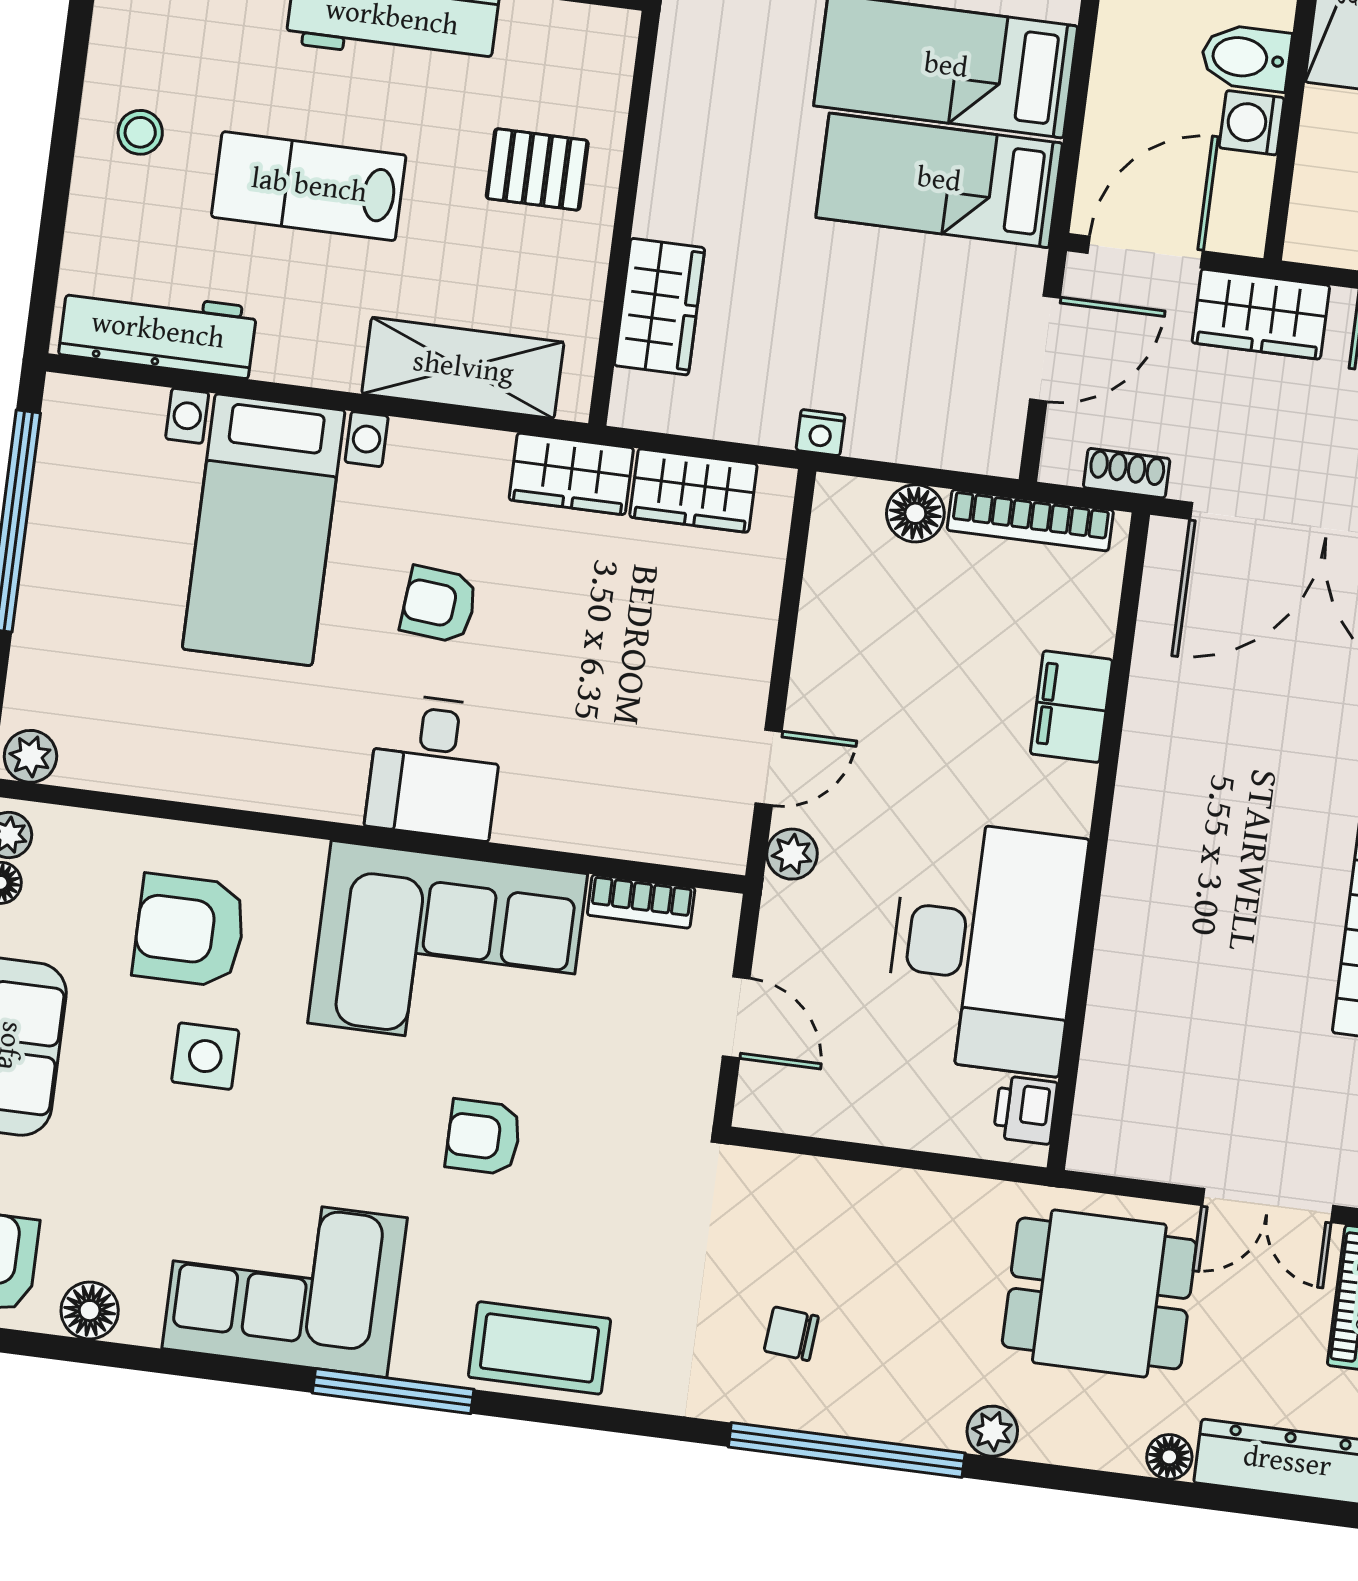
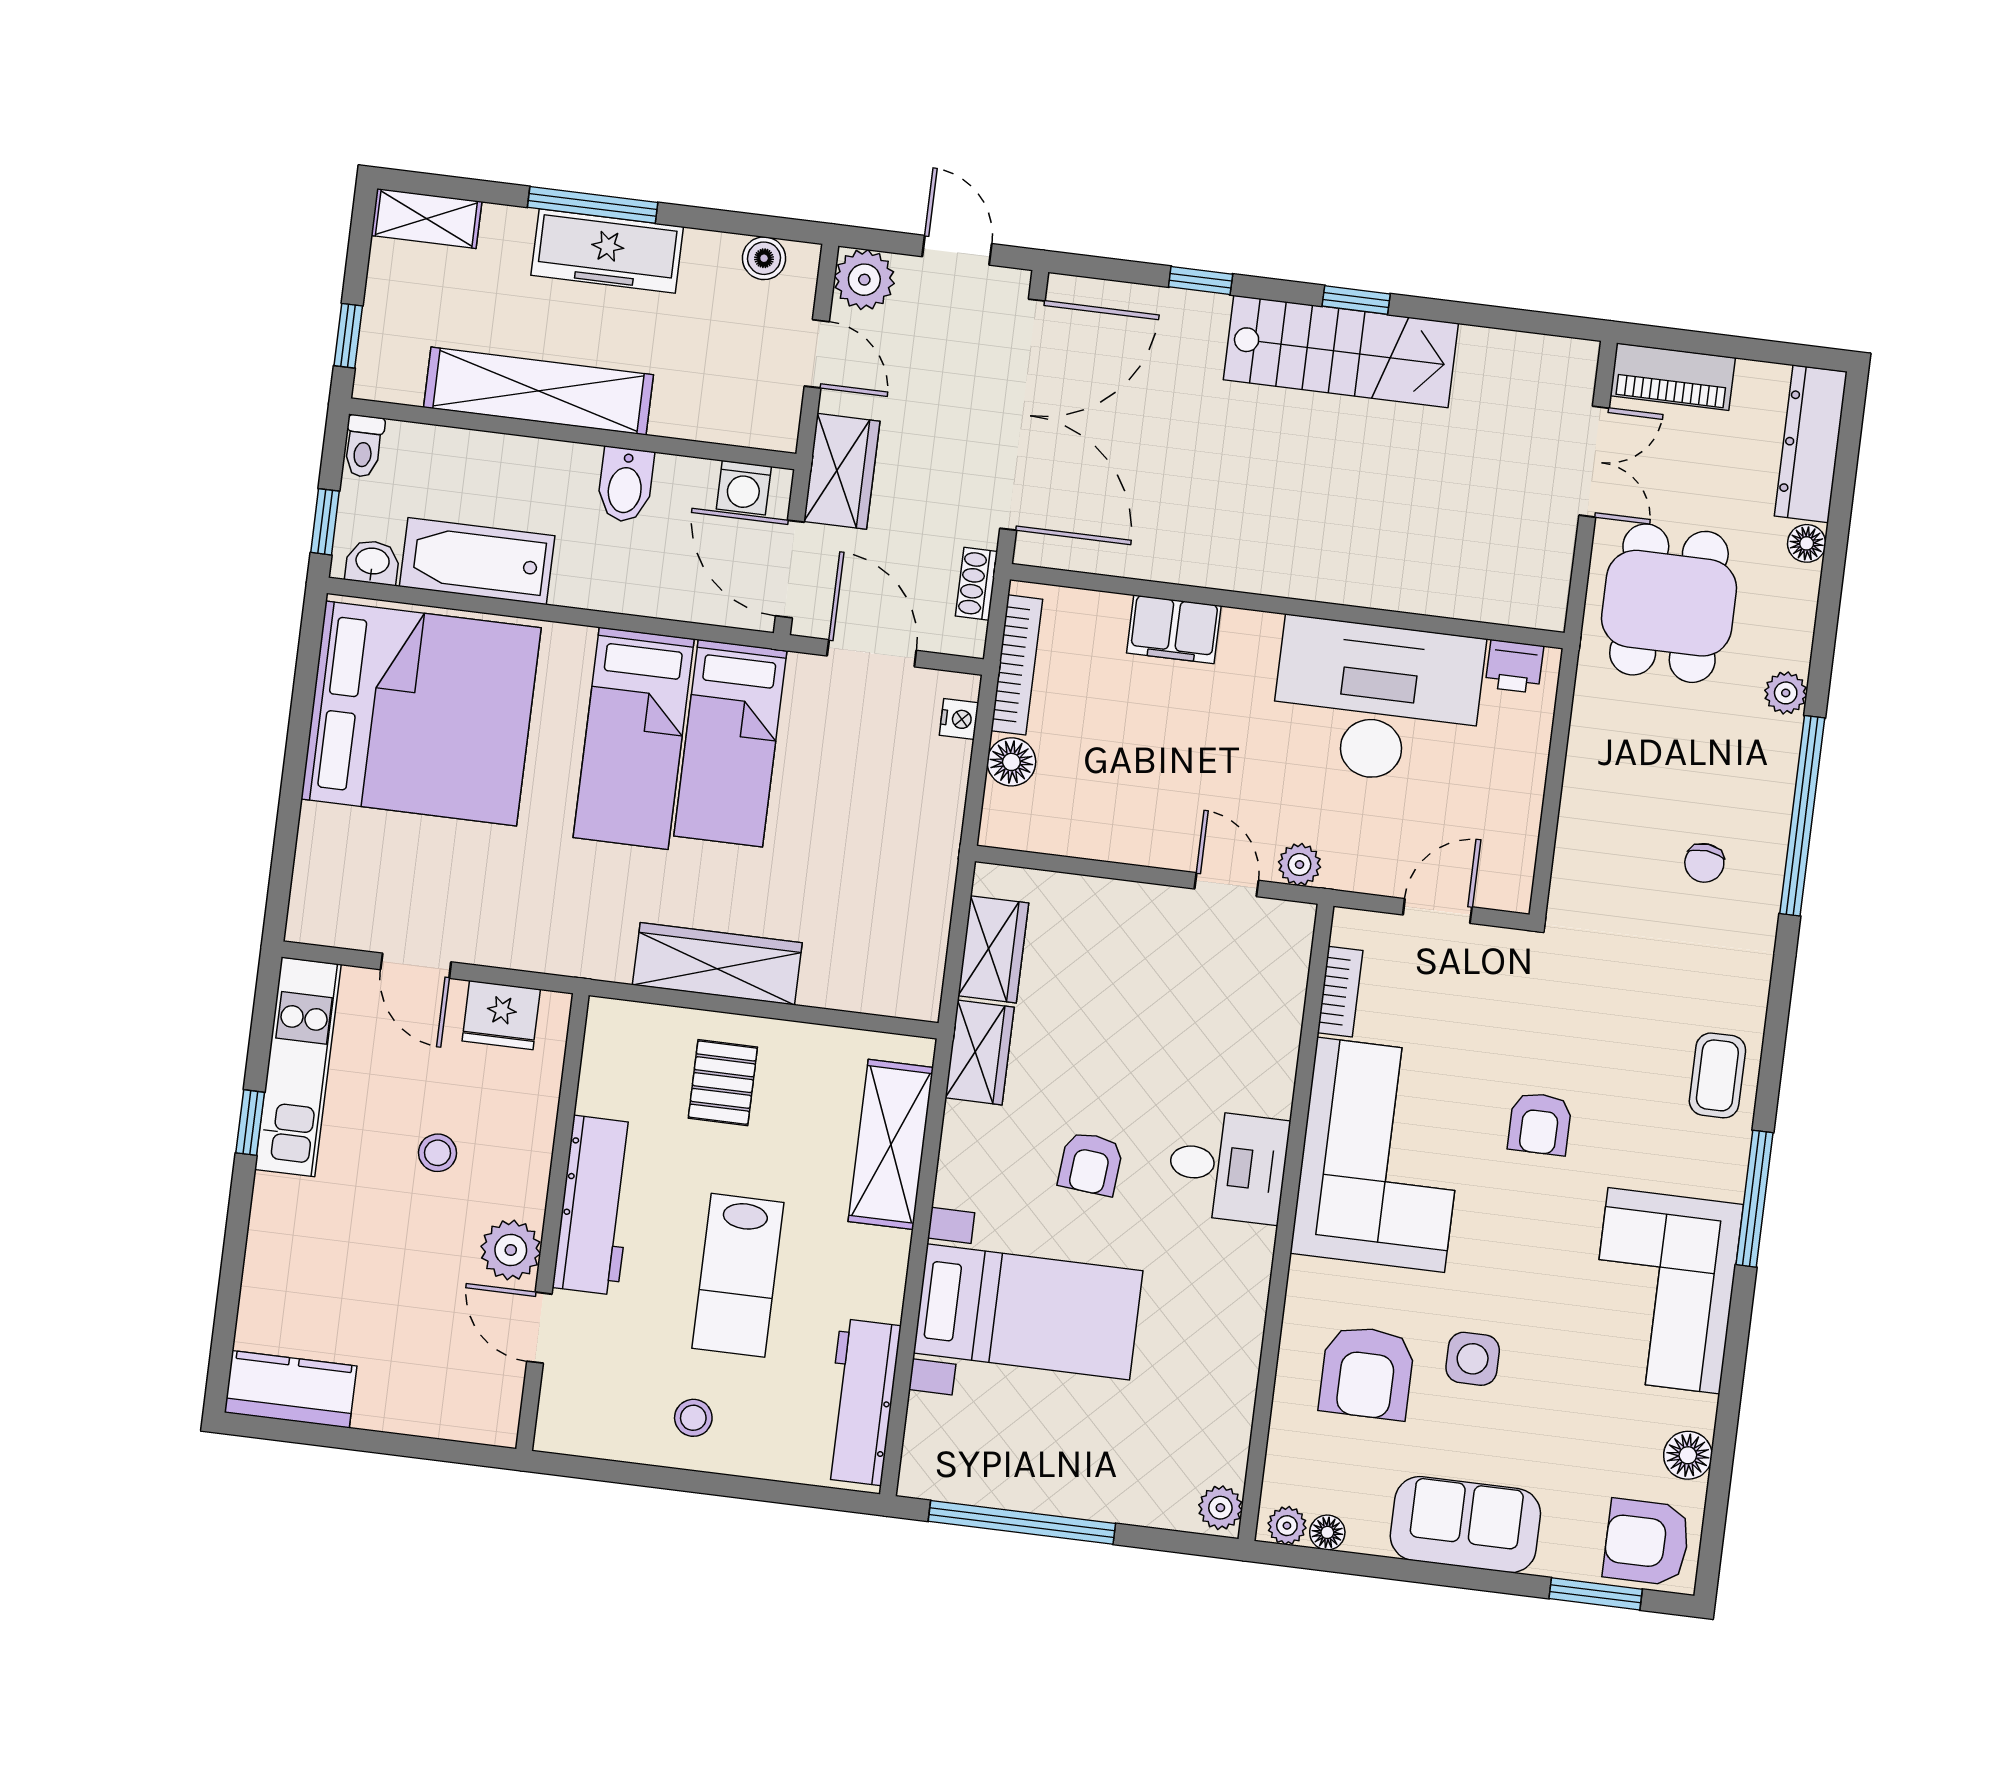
washing machine: (1252, 123) -> (744, 488), moved
wardrobe: (659, 307) -> (717, 964), moved, width x1.50
nightstand: (821, 433) -> (959, 719), moved
coffee table: (539, 1348) -> (1717, 1075), width x0.73, depth x0.77

